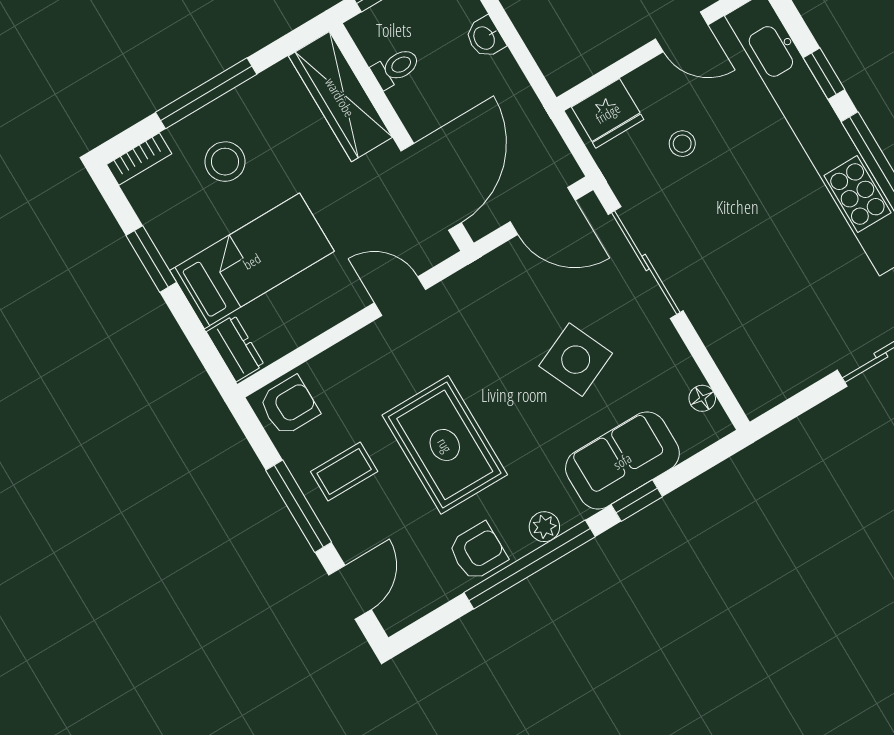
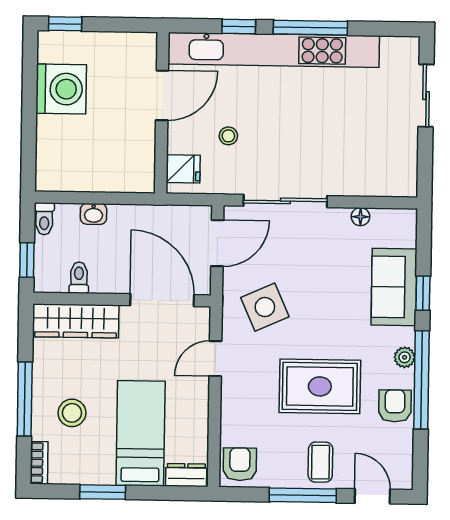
door: (682, 32) -> (162, 95), width x1.38
fridge: (608, 113) -> (183, 169), width x0.72
side table: (576, 360) -> (265, 307), moved
floor lamp: (702, 398) -> (360, 217), moved
coffee table: (344, 471) -> (320, 462), moved

